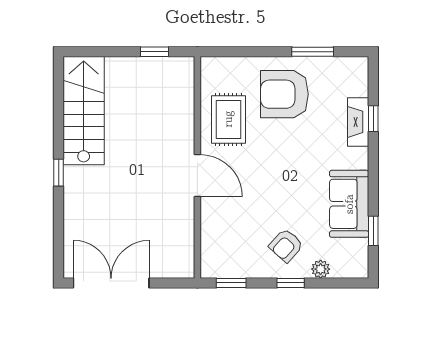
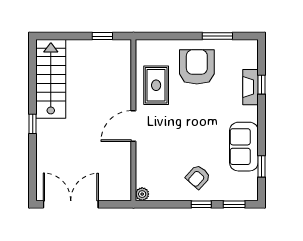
armchair: (284, 94) -> (197, 67), turned 90
door: (197, 176) -> (133, 126), swing flipped
plant: (321, 269) -> (142, 194), moved
window: (231, 283) -> (234, 204), moved

